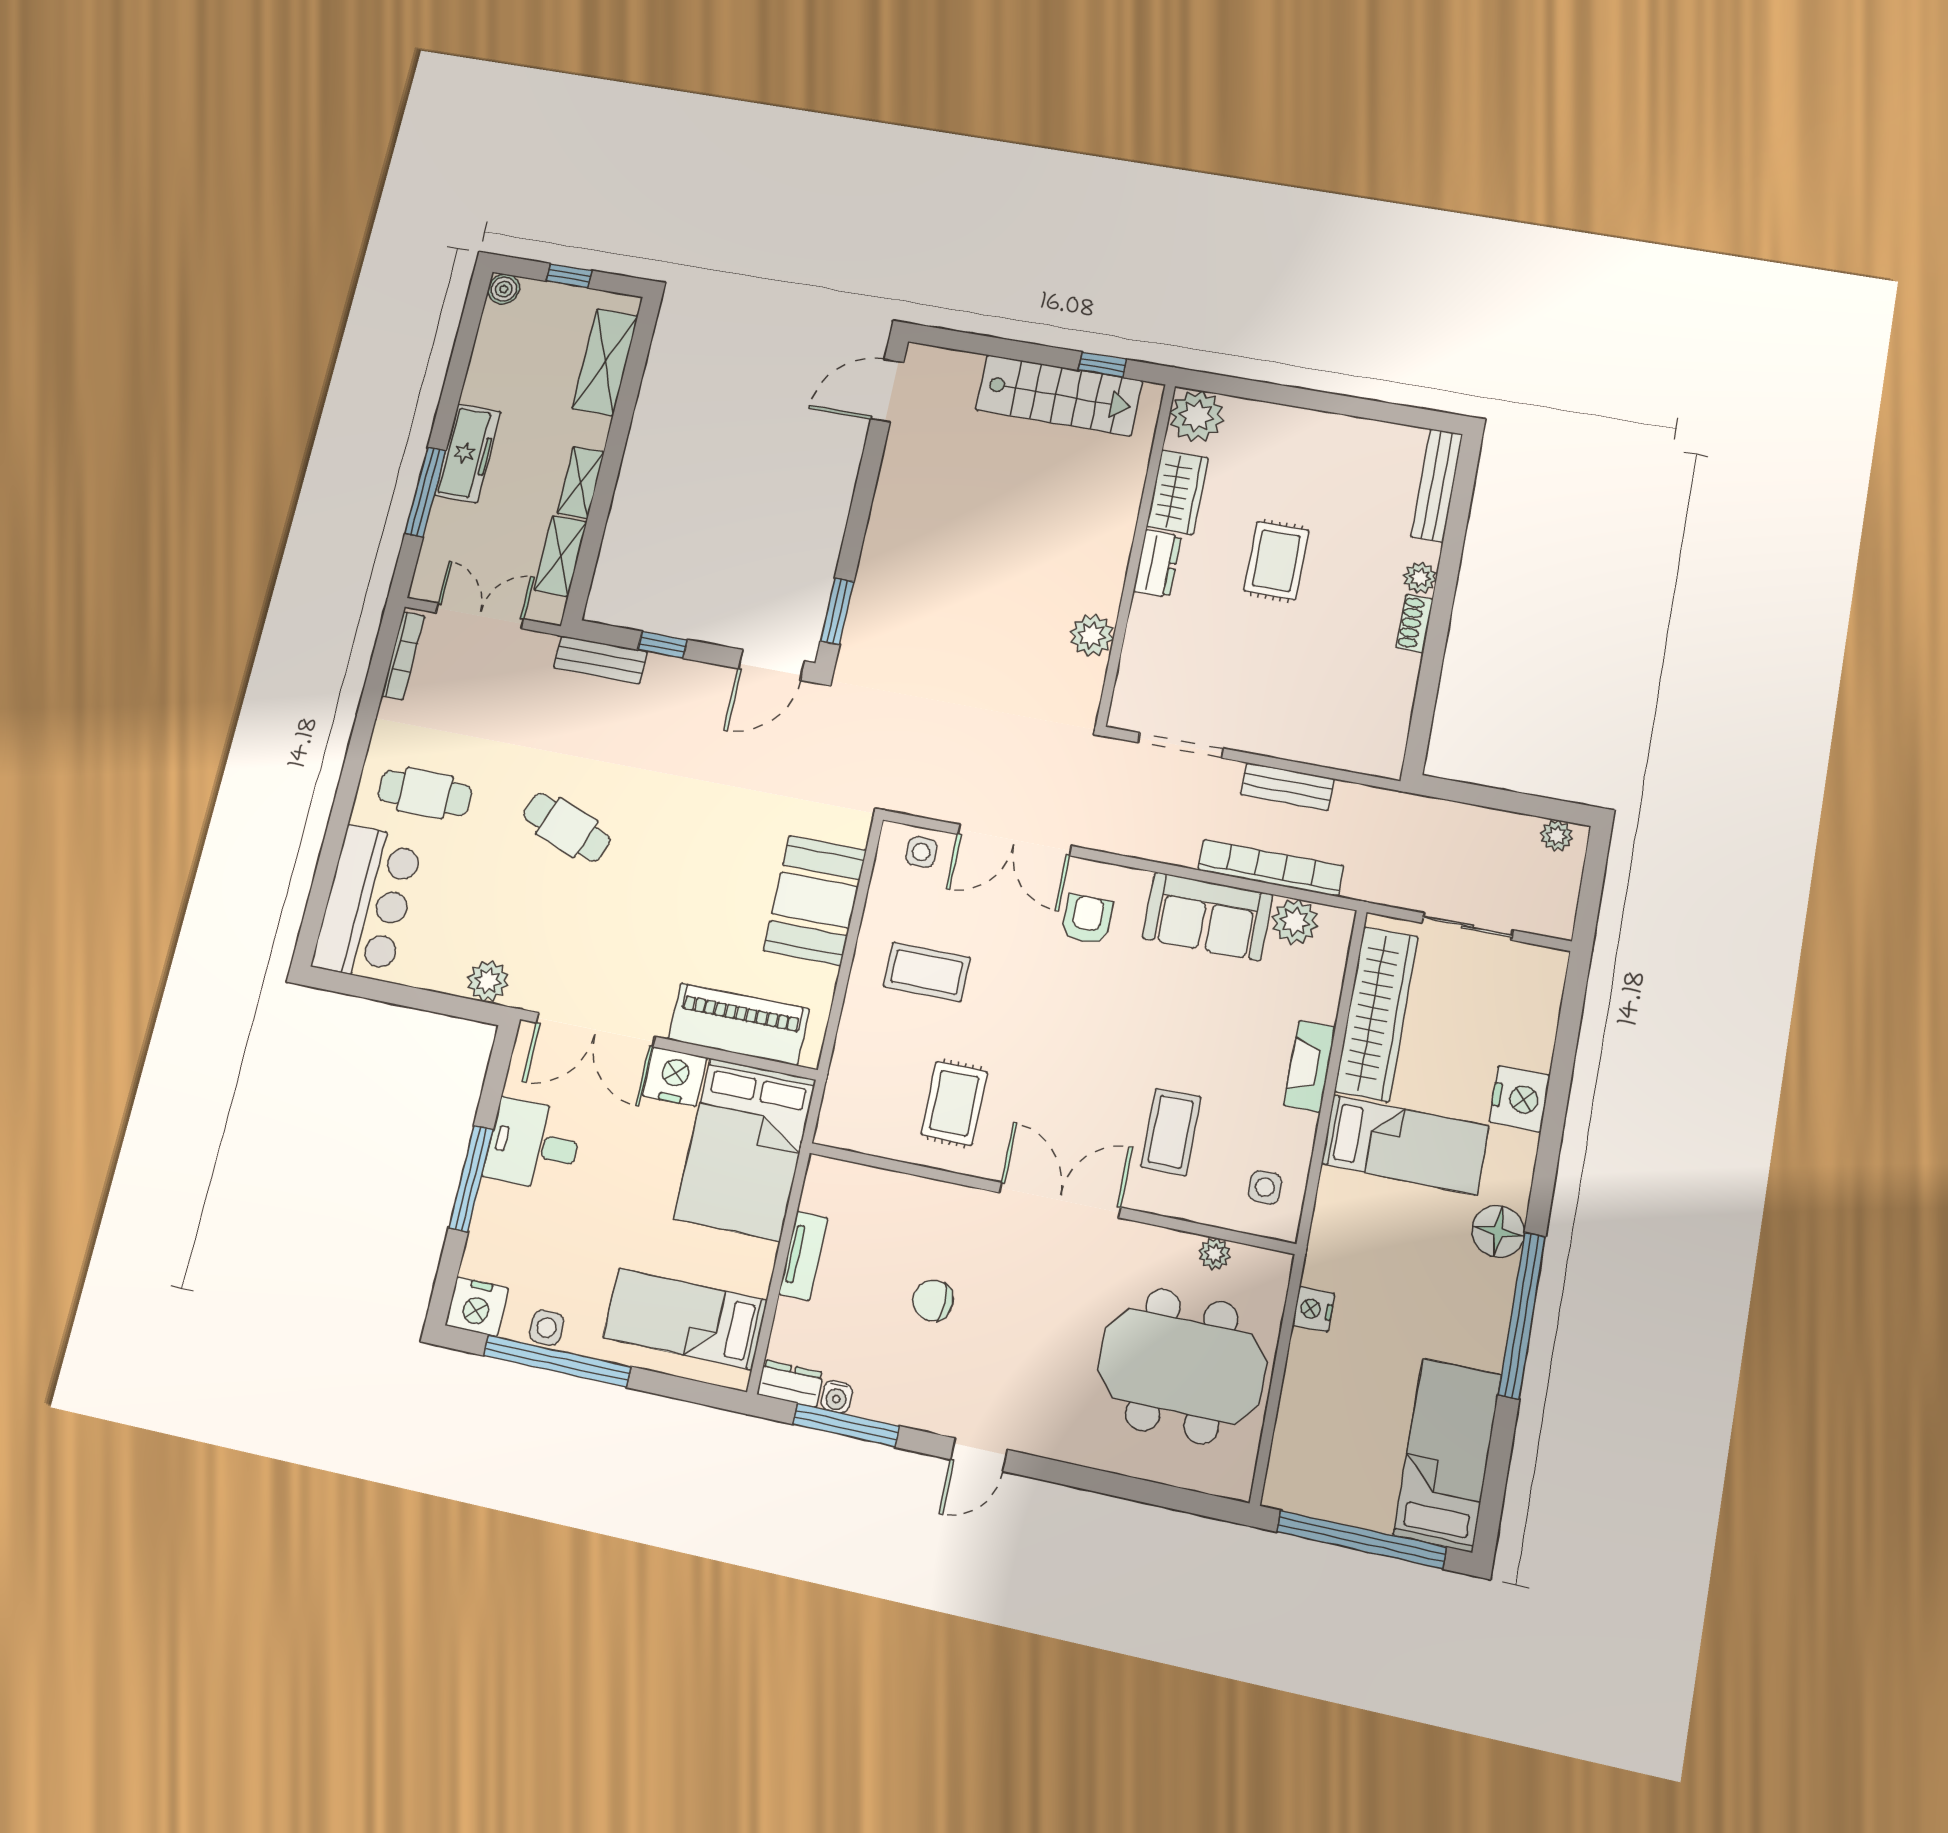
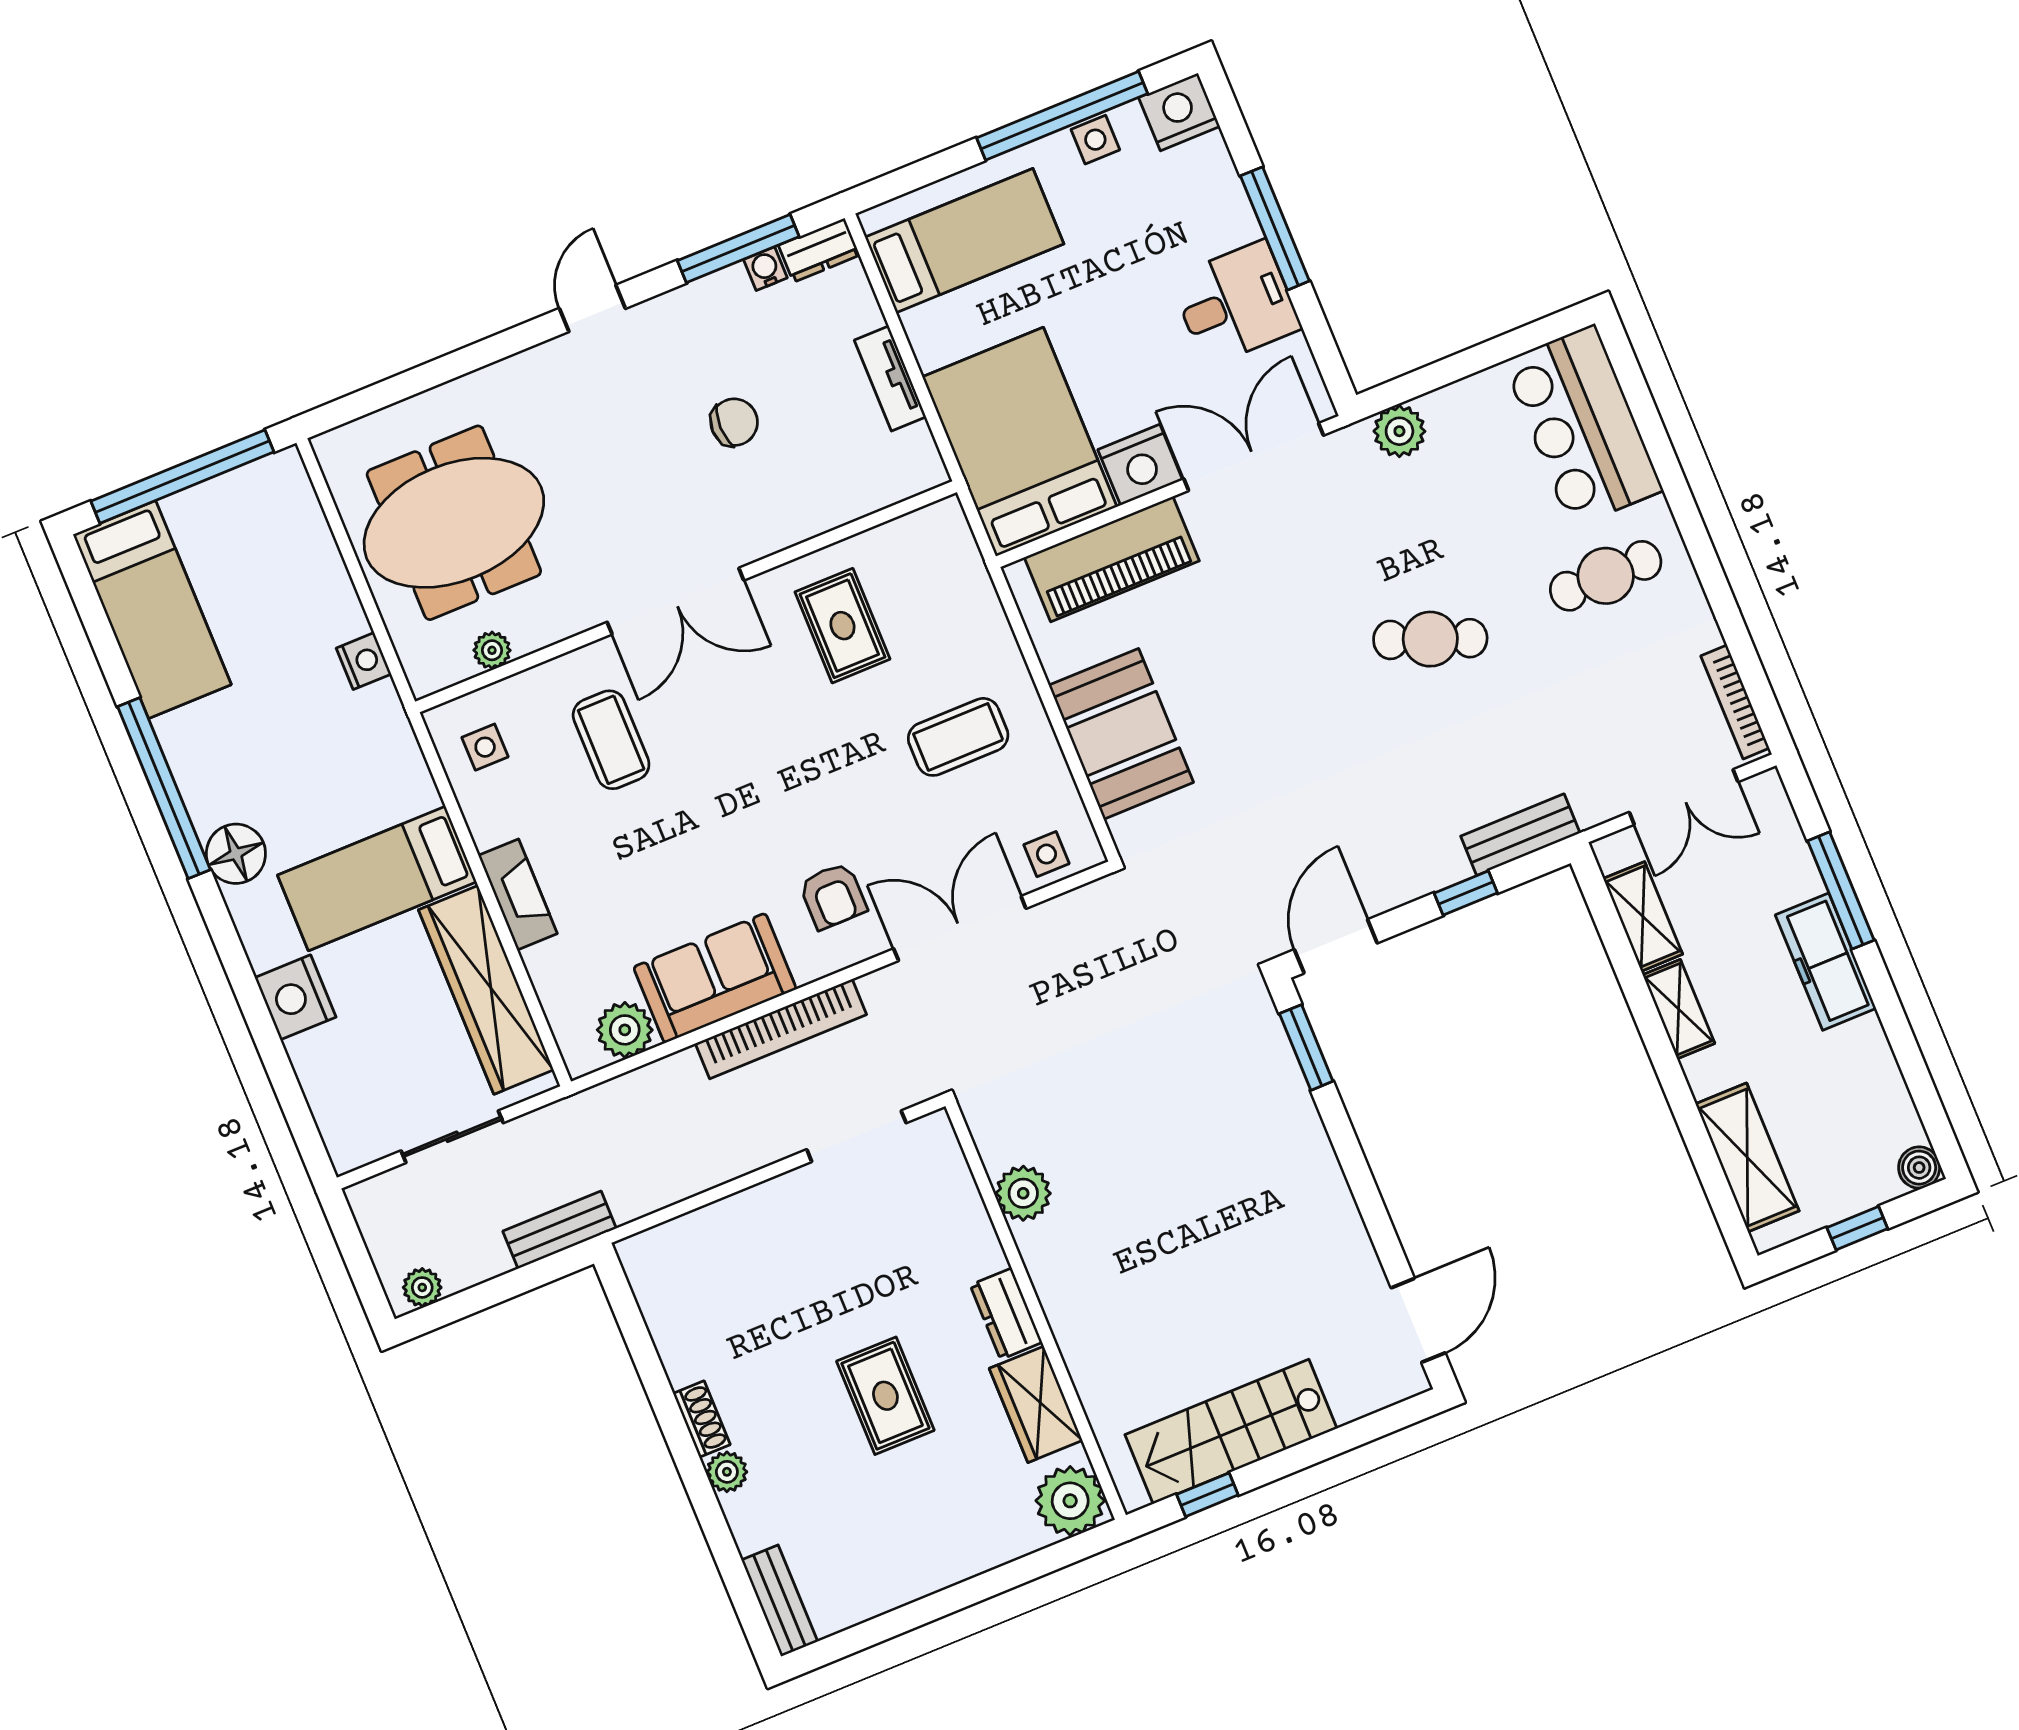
bench: (1437, 485) -> (780, 1601), width x0.73
bench: (1287, 787) -> (560, 1230), moved
bookcase: (1271, 868) -> (781, 1029), moved

